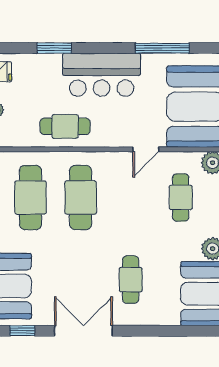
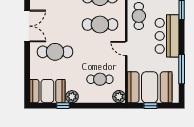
door: (146, 149) -> (126, 49), moved
cafe table: (131, 280) -> (55, 52), width x1.37, depth x1.35

